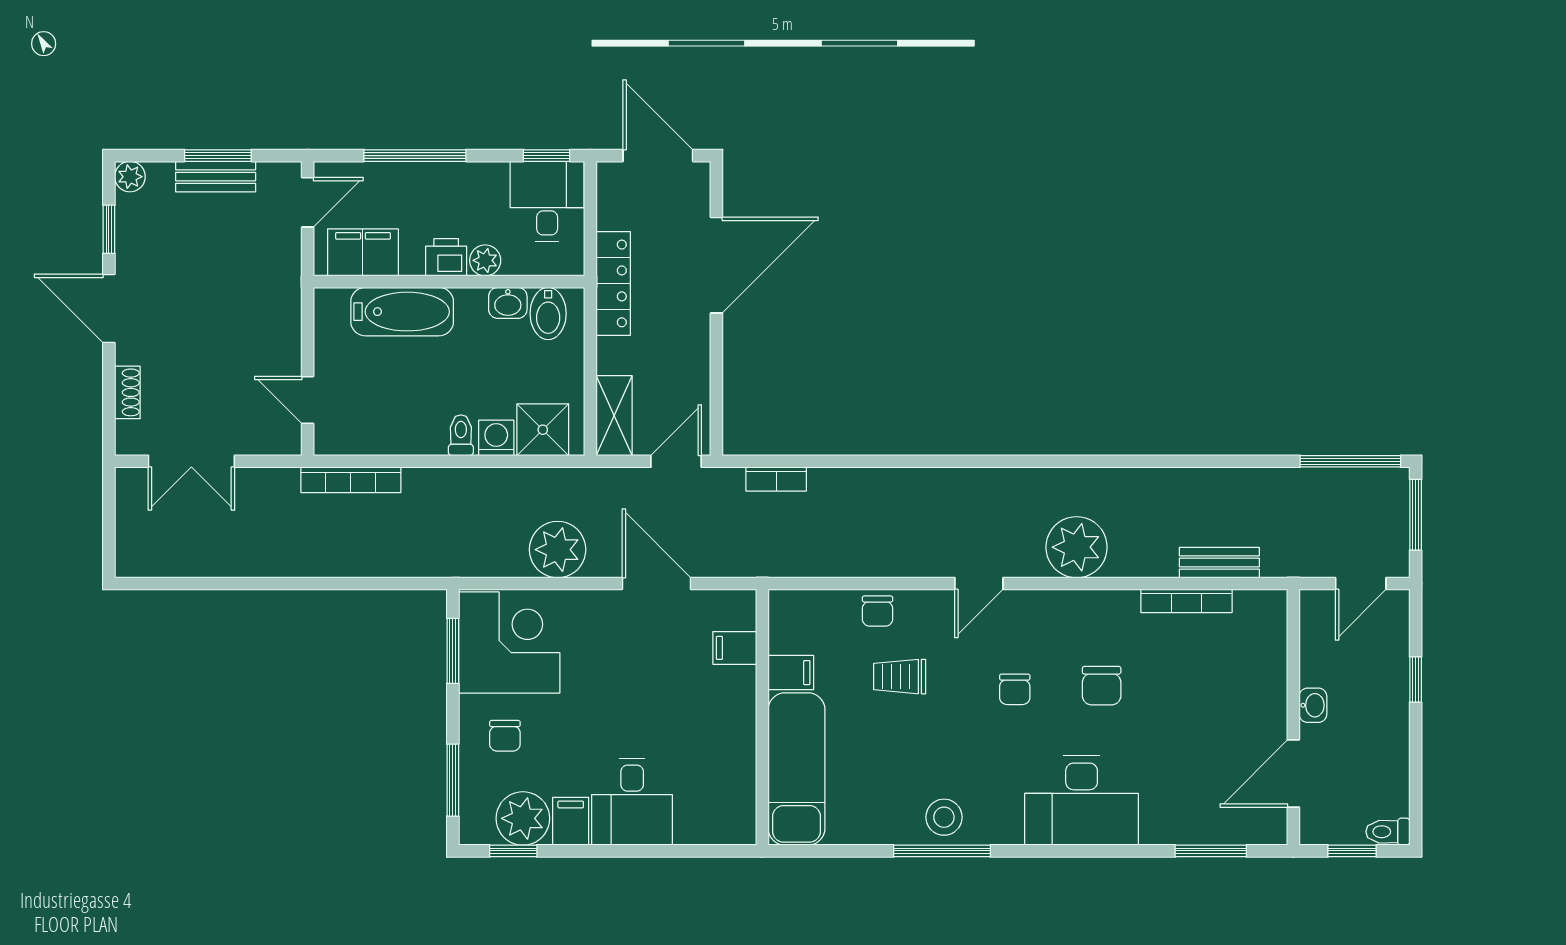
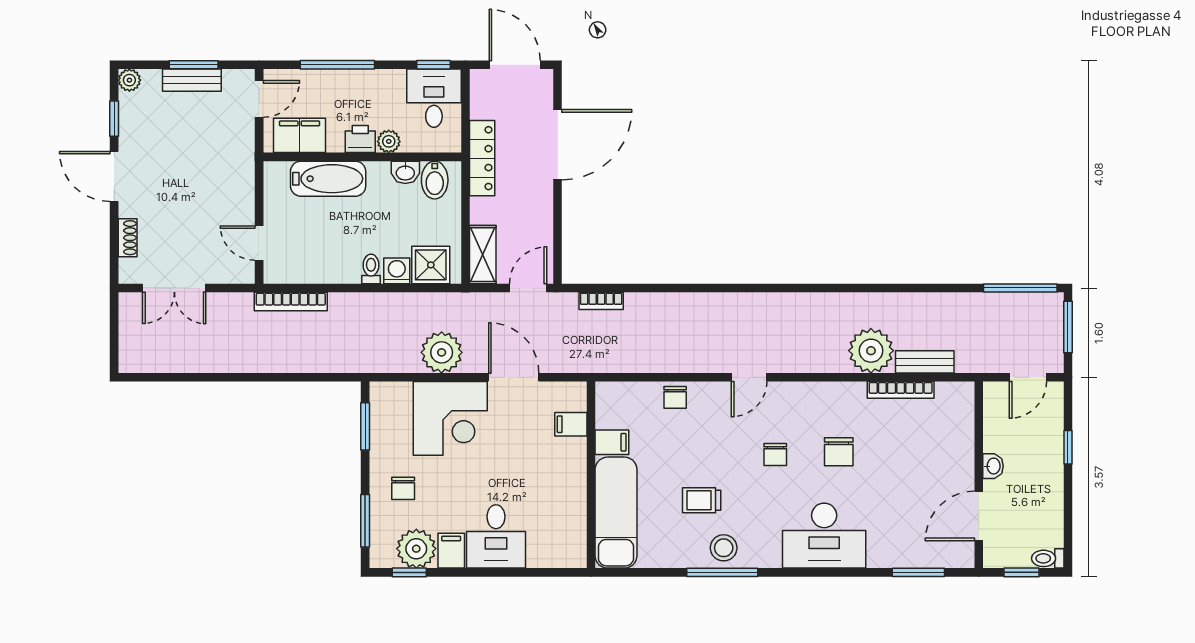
plant: (1077, 547) -> (871, 351), moved
corner desk: (509, 643) -> (450, 418), moved, turned 90
trolley: (900, 677) -> (702, 500), moved

